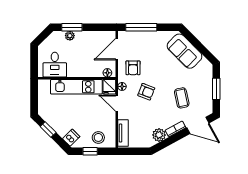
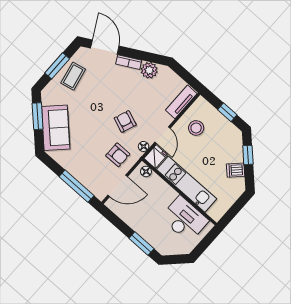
plant: (70, 36) -> (150, 237), removed
window: (201, 48) -> (38, 116), added
desk: (55, 65) -> (185, 219), width x1.37
armchair: (133, 68) -> (118, 155), turned 90
coffee table: (182, 98) -> (73, 76), moved
window: (48, 129) -> (248, 155), moved
stool: (98, 137) -> (196, 128), moved
dishwasher: (71, 138) -> (236, 170), moved

